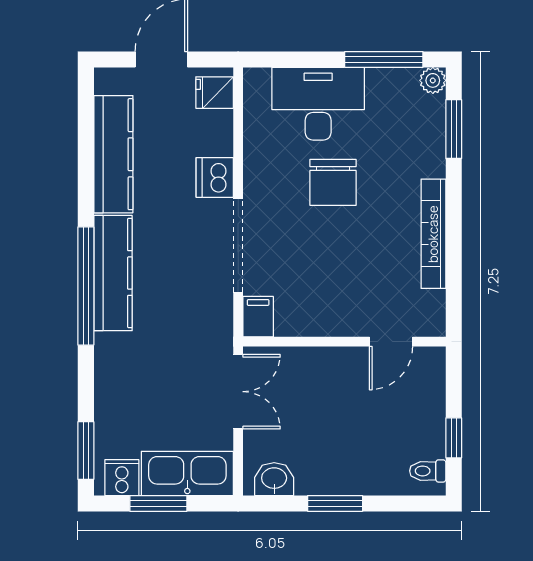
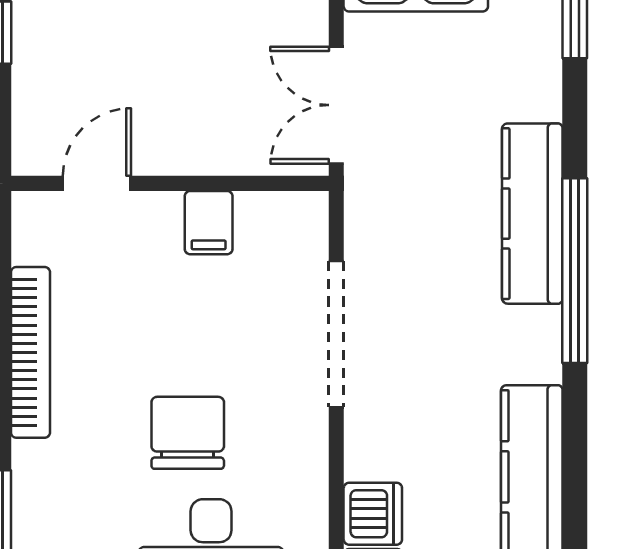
dishwasher: (215, 177) -> (373, 514), moved
kitchen counter: (113, 273) -> (532, 214), moved
filing cabinet: (258, 317) -> (209, 223), moved

